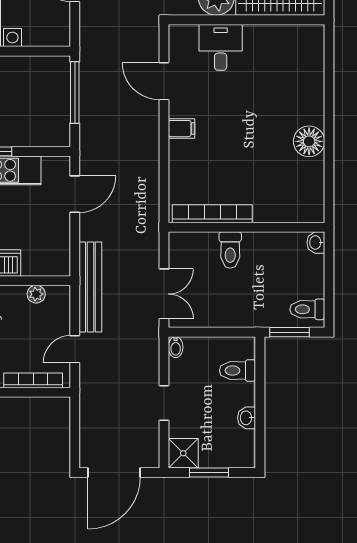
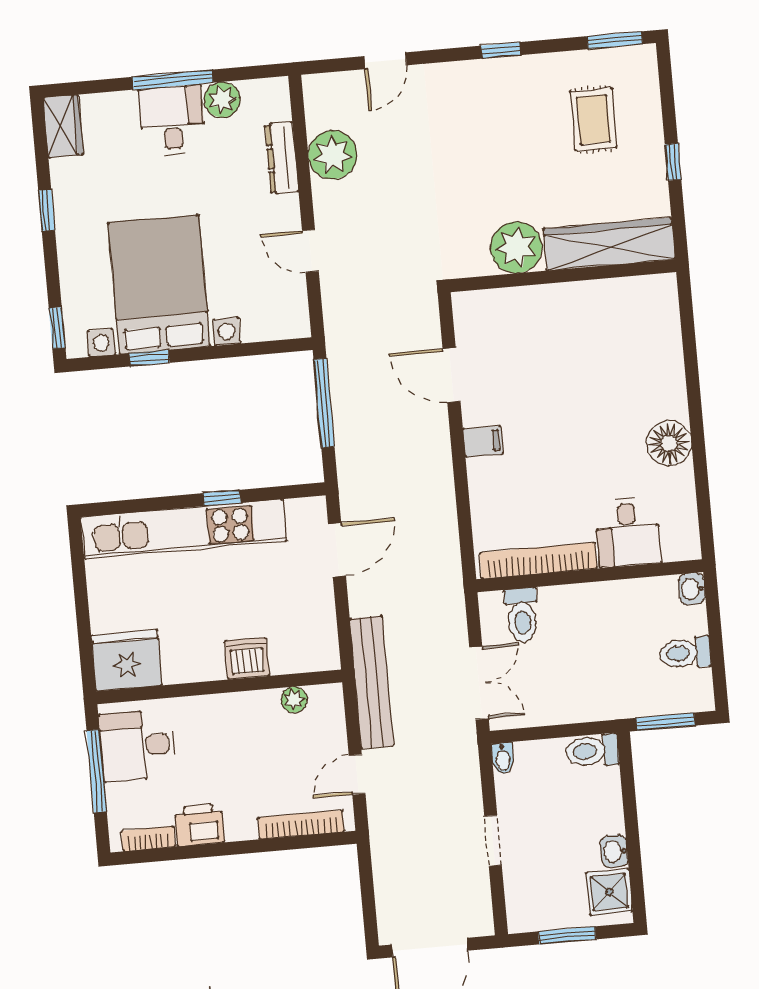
desk: (221, 47) -> (628, 532), moved, turned 180
toilet: (230, 250) -> (522, 615), moved
toilet: (307, 309) -> (685, 653), moved
toilet: (237, 371) -> (592, 751), moved
shower: (183, 453) -> (609, 892), moved

